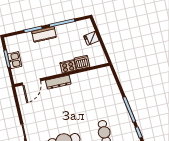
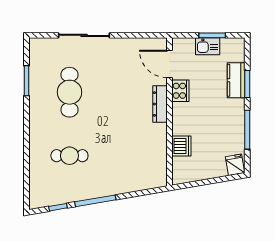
kitchen counter: (44, 34) -> (236, 80), moved
fridge: (91, 38) -> (235, 165), moved
cooker: (68, 66) -> (180, 91), moved

